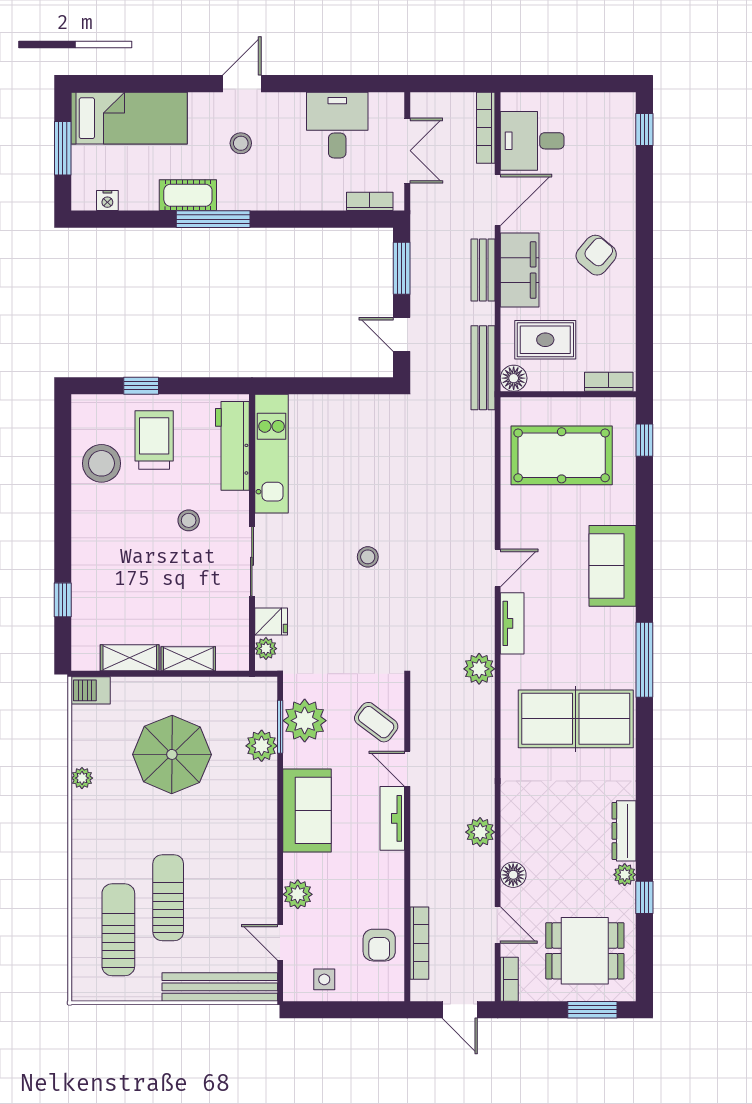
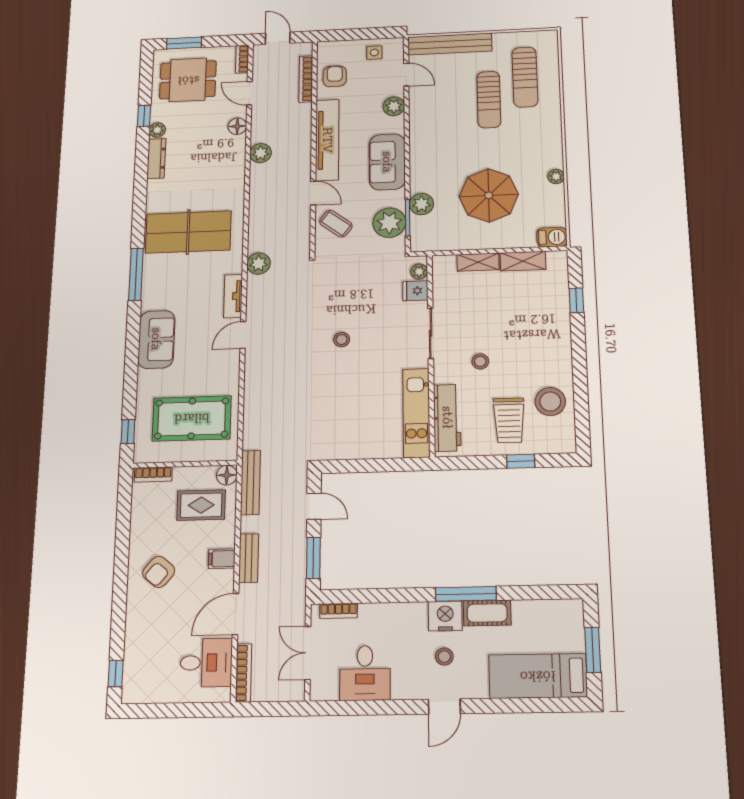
nightstand: (107, 201) -> (445, 616), moved, width x1.89, depth x1.79
filing cabinet: (520, 270) -> (222, 559), width x0.33, depth x0.86
tv unit: (392, 818) -> (327, 140), width x1.92, depth x1.29

